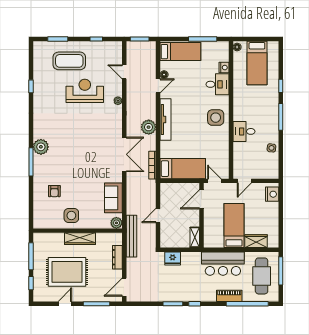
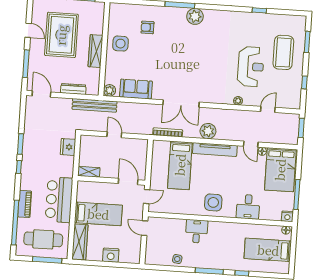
bed: (180, 52) -> (280, 170), width x1.50
nightstand: (224, 68) -> (287, 216), moved
bed: (183, 169) -> (180, 165), moved
nightstand: (272, 194) -> (111, 255), moved
wardrobe: (256, 241) -> (80, 242), width x1.50

